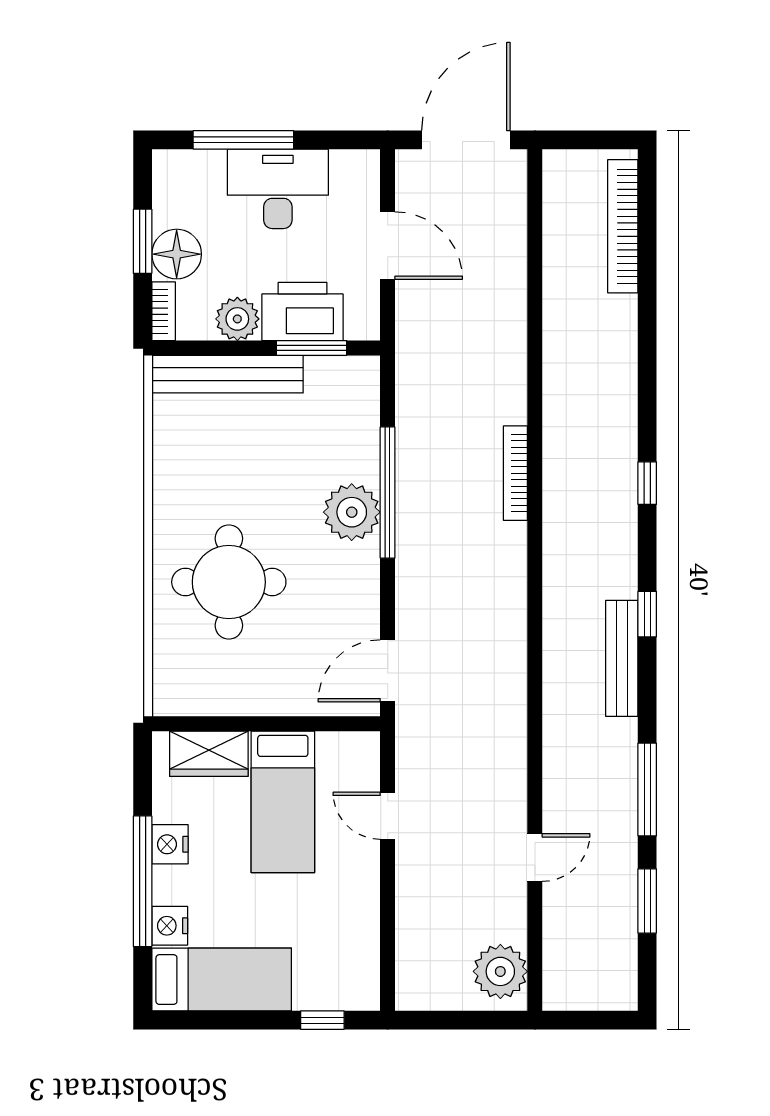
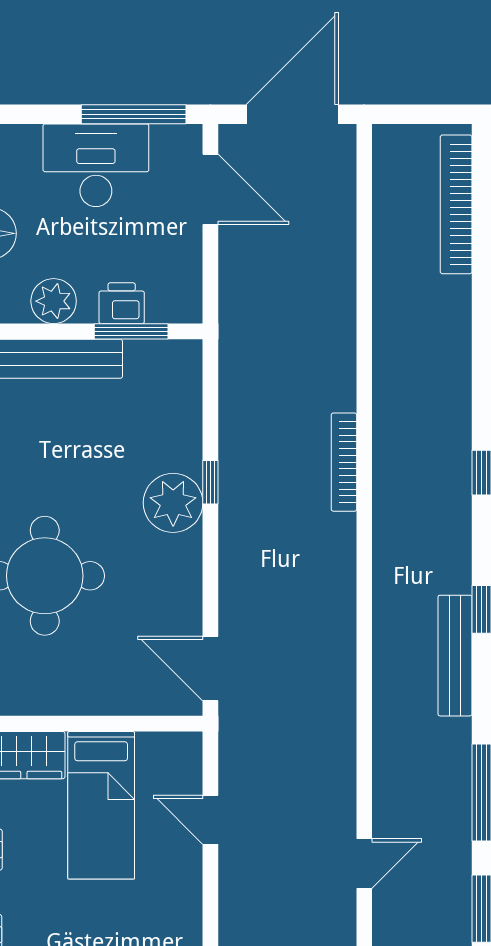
window: (243, 140) -> (134, 114), moved
door: (388, 246) -> (210, 189), moved
printer: (302, 311) -> (122, 303), width x0.53, depth x0.68
window: (388, 493) -> (210, 482), width x0.32
door: (388, 671) -> (210, 669), hinge flipped

